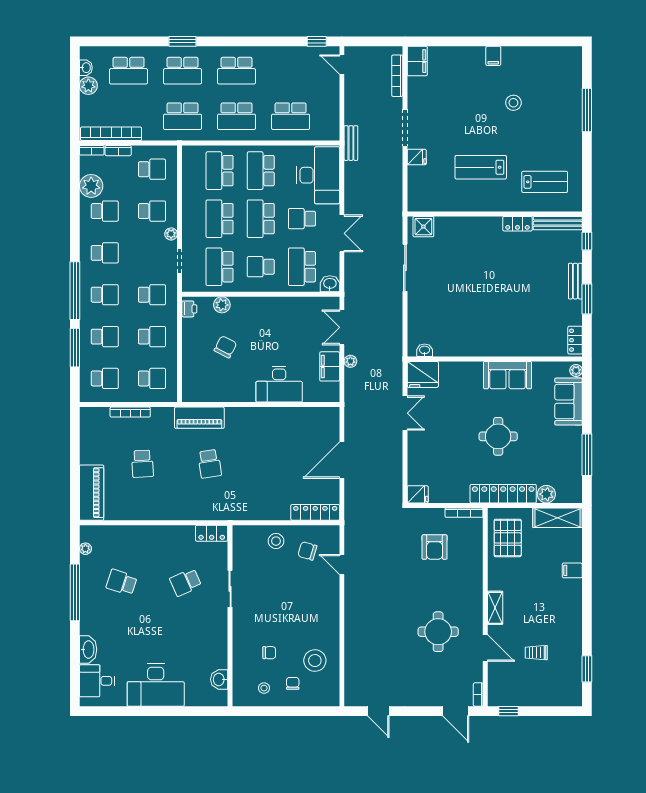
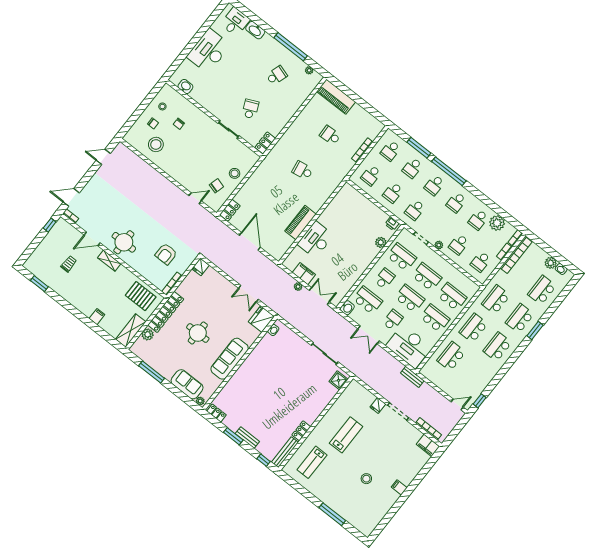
chair: (225, 347) -> (357, 227), removed
sofa: (508, 375) -> (230, 359), width x1.36
piano: (199, 418) -> (301, 223), moved
locker: (315, 512) -> (230, 210), width x0.66
armchair: (435, 547) -> (166, 254), turned -90
round table: (438, 632) -> (124, 242), moved

